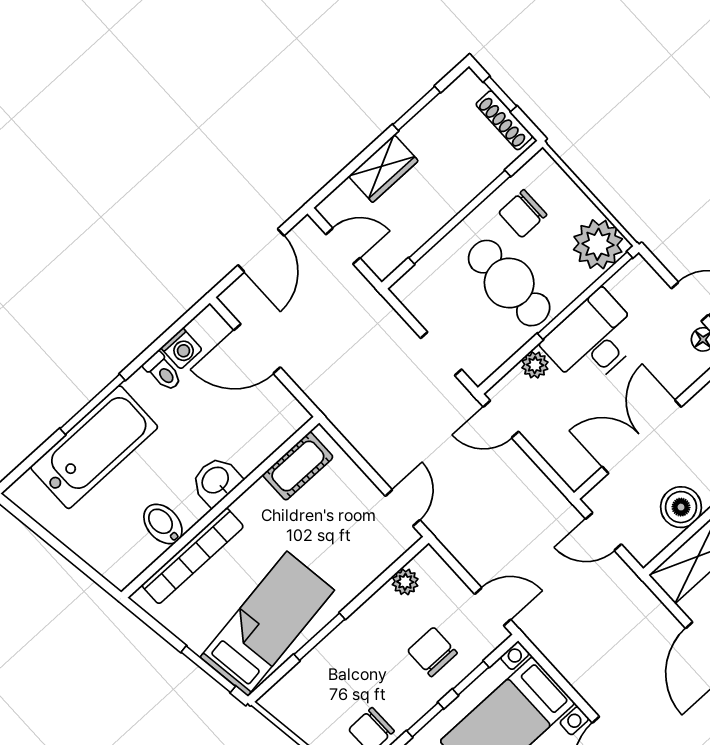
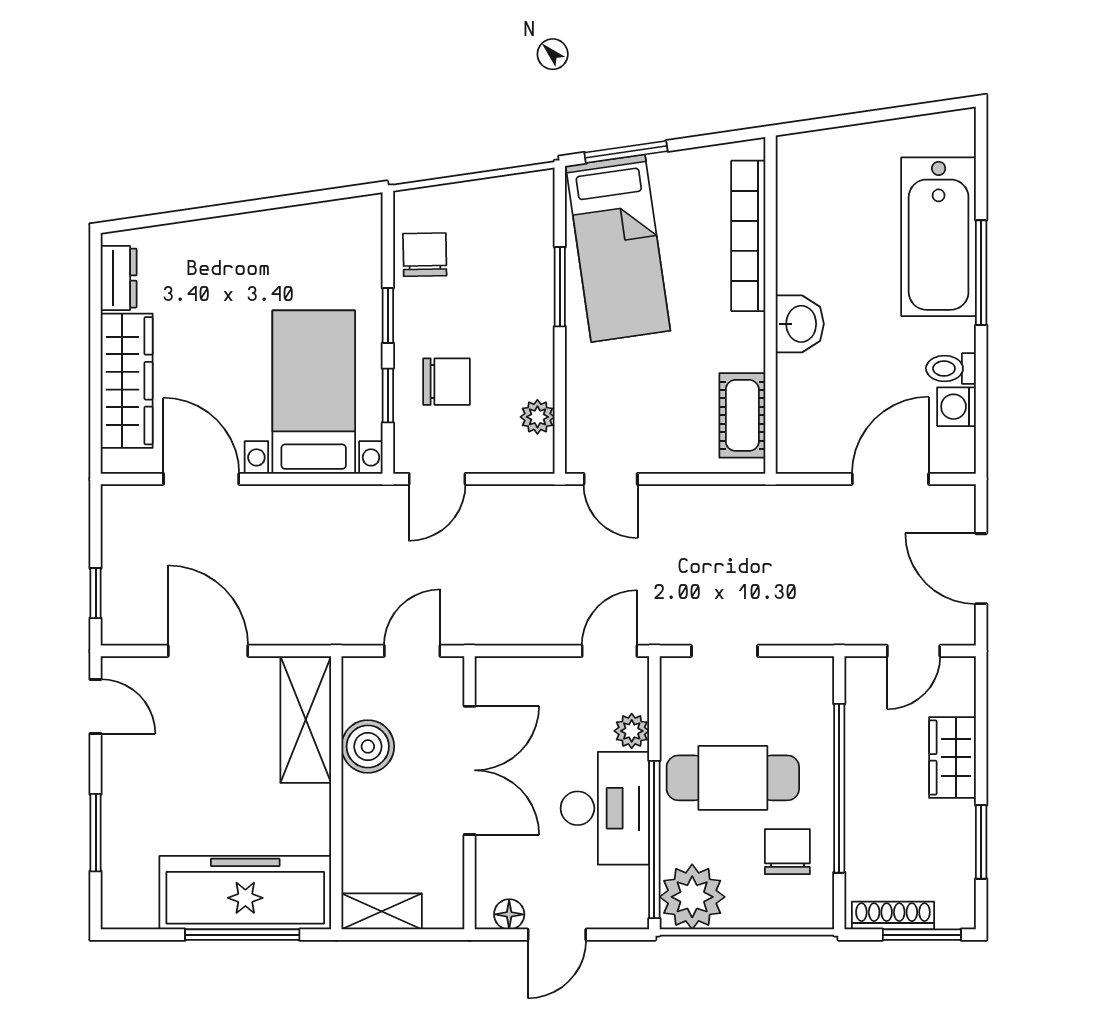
window: (500, 94) -> (922, 935), width x1.50
bidet: (163, 524) -> (805, 235), removed

